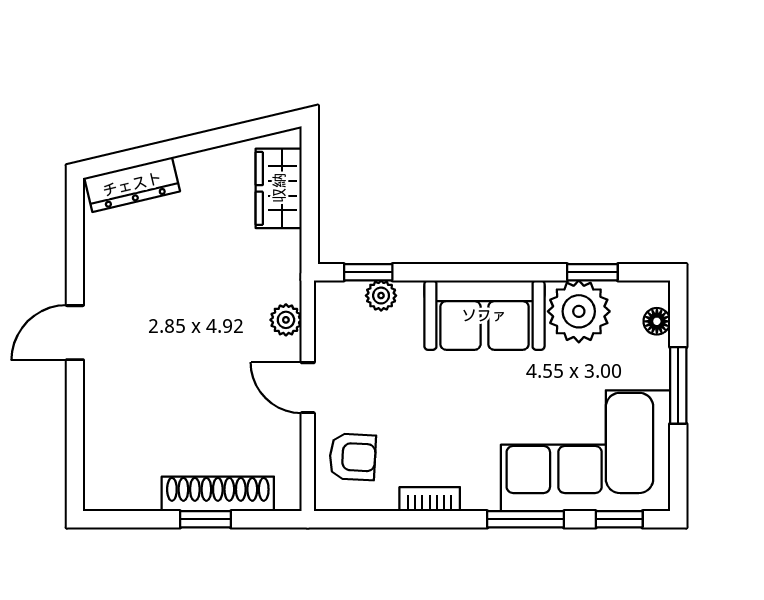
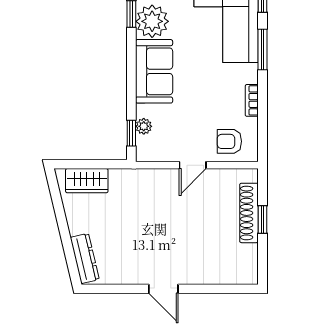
plant: (286, 320) -> (157, 177), removed
armchair: (353, 457) -> (229, 141), turned -93

